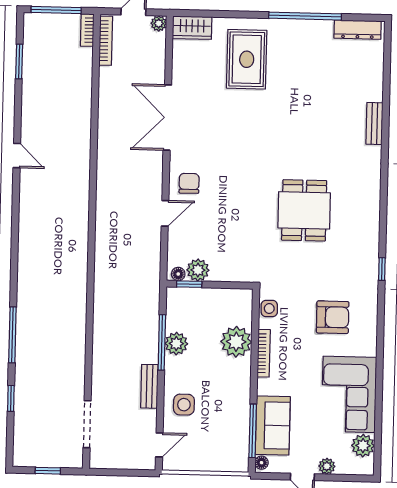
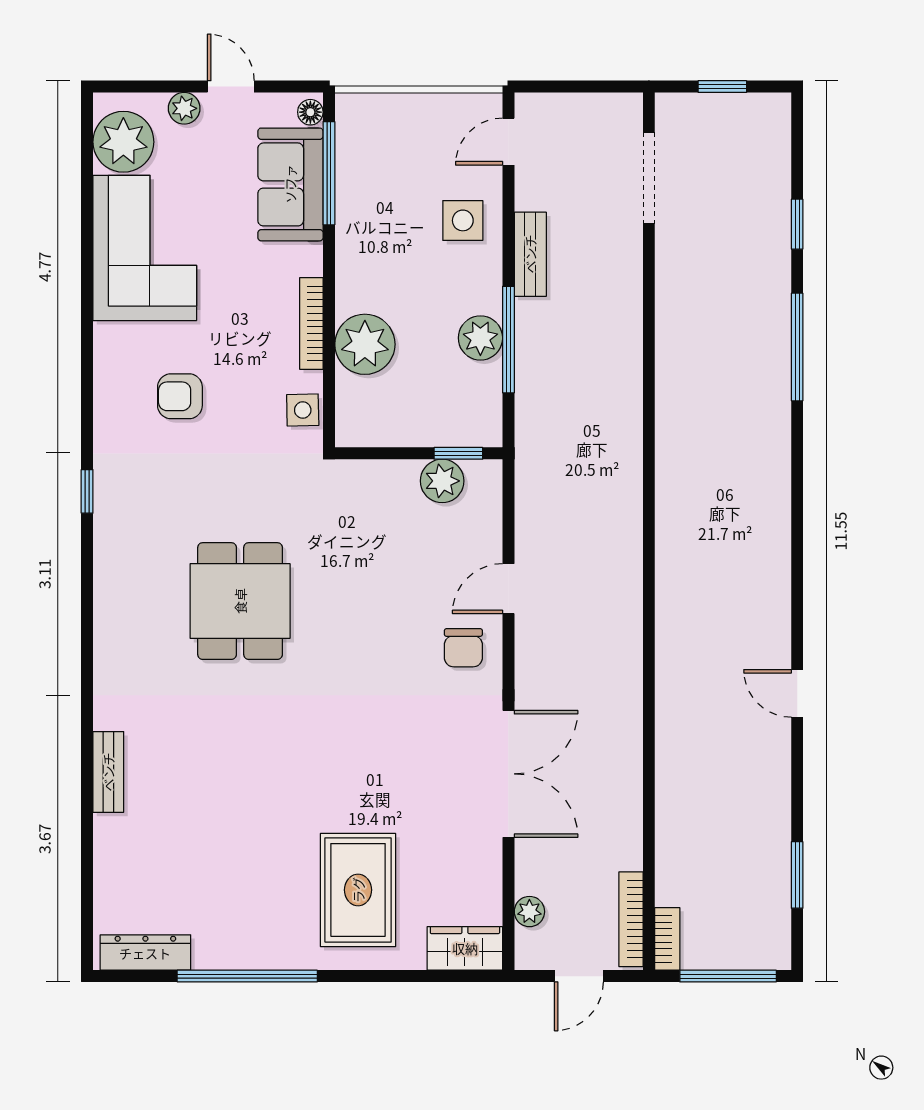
plant: (159, 23) -> (529, 912), moved
floor lamp: (178, 274) -> (480, 472), removed
armchair: (333, 317) -> (180, 396), width x0.72, depth x0.72
plant: (363, 446) -> (123, 142), width x1.36, depth x1.36

